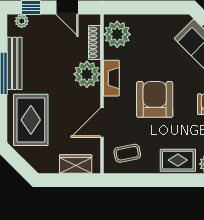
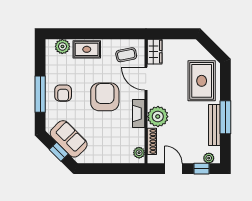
plant: (117, 34) -> (139, 153), width x0.53, depth x0.53
armchair: (155, 99) -> (105, 97), turned 180
door: (102, 123) -> (146, 79), swing flipped
wardrobe: (76, 164) -> (155, 52), moved, turned -90

